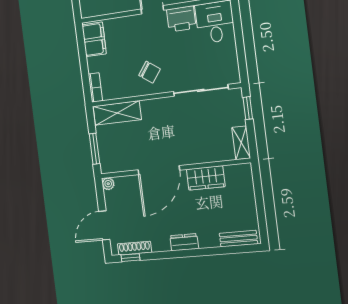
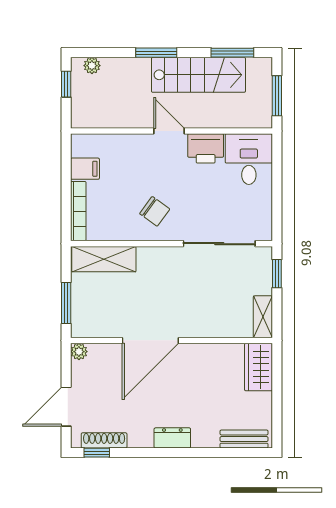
filing cabinet: (94, 39) -> (85, 169), width x0.50
bookcase: (95, 88) -> (78, 211), width x1.56
wardrobe: (206, 178) -> (259, 367), moved, turned 90

